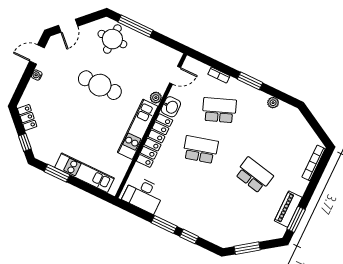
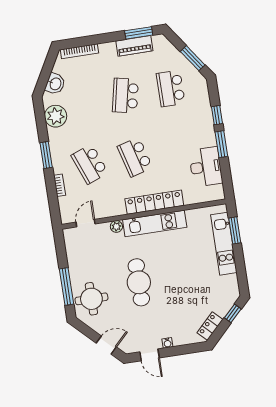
door: (175, 75) -> (86, 223), hinge flipped
plant: (273, 103) -> (56, 116), width x1.88, depth x1.88
washbasin: (171, 107) -> (55, 84), moved, turned 119
window: (57, 173) -> (235, 230), moved
desk: (143, 195) -> (206, 167), moved
school desk: (235, 215) -> (171, 88), added

